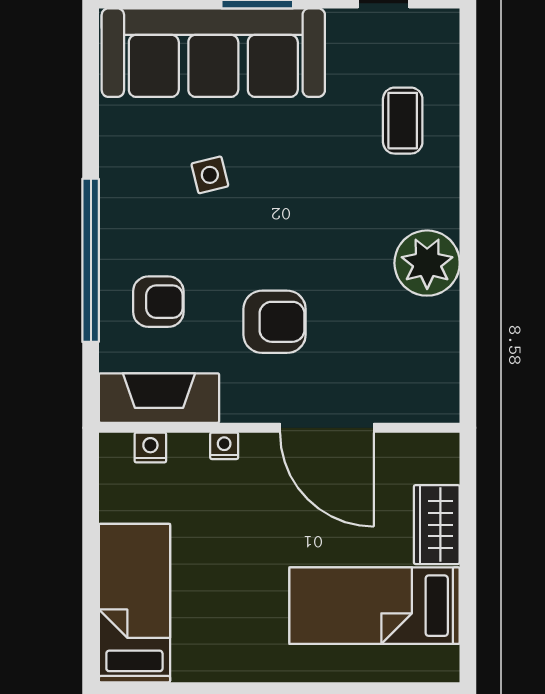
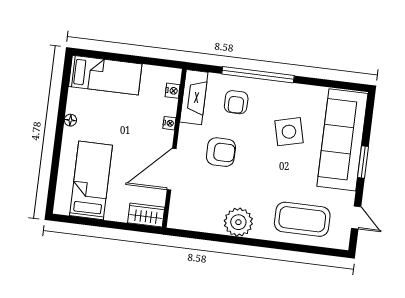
coffee table: (403, 121) -> (302, 219), width x1.86, depth x1.72
side table: (210, 175) -> (289, 132), width x1.87, depth x1.87
armchair: (275, 322) -> (221, 152), turned -90
wardrobe: (437, 525) -> (146, 215), moved
floor lamp: (245, 669) -> (70, 120), added

